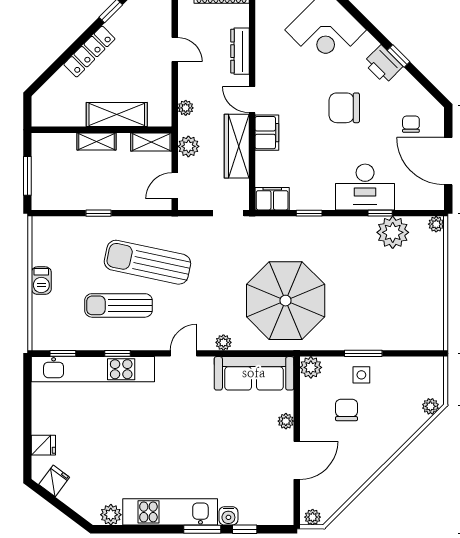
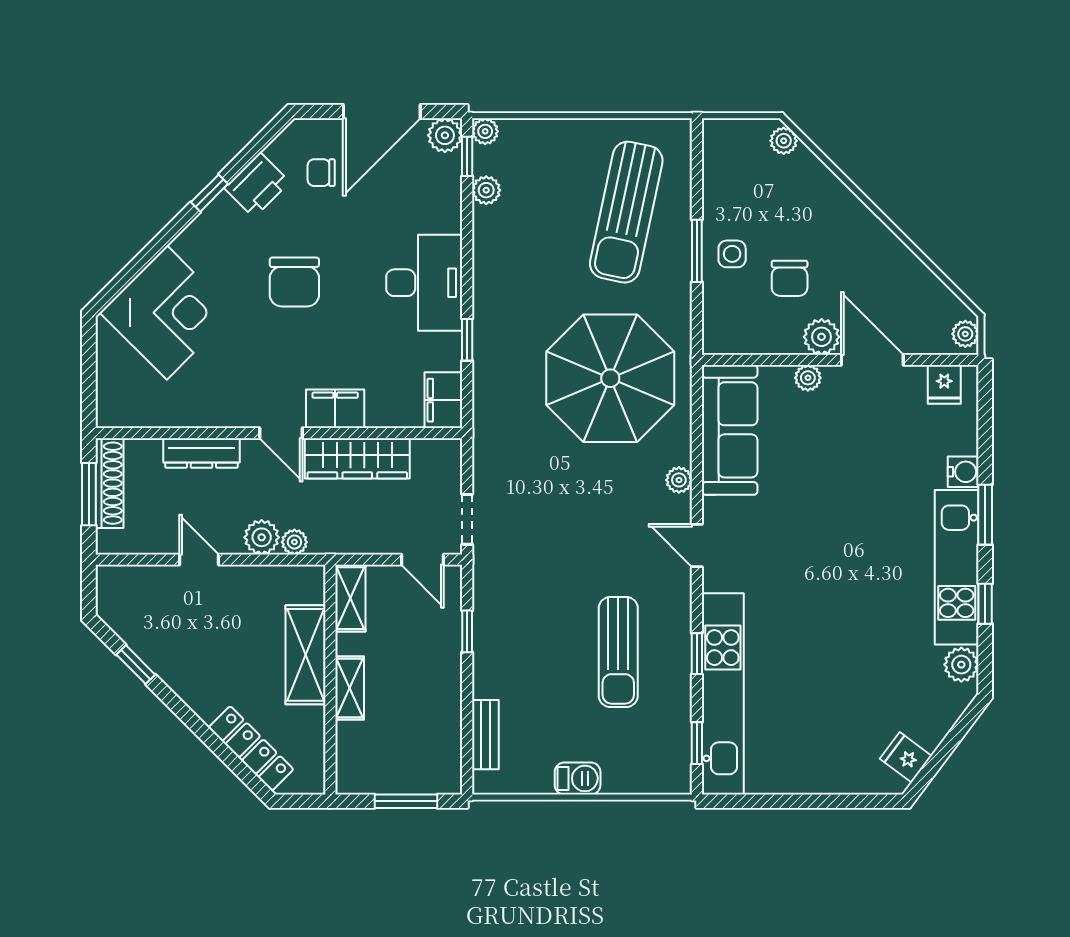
door: (175, 50) -> (199, 560), hinge flipped
locker: (89, 52) -> (251, 748), moved
printer: (383, 64) -> (257, 185), moved
door: (252, 100) -> (281, 433), hinge flipped
plant: (188, 146) -> (262, 537), moved
desk: (365, 187) -> (424, 283), moved
plant: (434, 200) -> (445, 135), added
window: (98, 213) -> (467, 631), moved
doorway: (228, 213) -> (467, 519), moved
window: (380, 213) -> (467, 156), moved
bench: (68, 224) -> (485, 735), added
plant: (393, 232) -> (486, 190), width x0.53, depth x0.53
sun lounger: (147, 262) -> (626, 212), moved
plant: (311, 367) -> (822, 337), moved
chair: (347, 410) -> (790, 278), turned -90
fridge: (43, 445) -> (944, 384), moved, turned 180
window: (245, 529) -> (985, 604), moved

